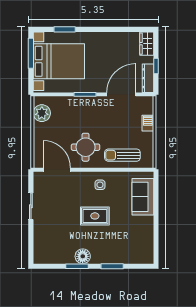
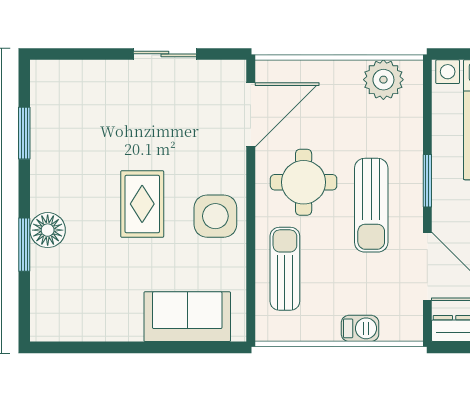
sun lounger: (95, 118) -> (371, 205), added
side table: (100, 185) -> (215, 216), width x1.87, depth x1.87
floor lamp: (83, 256) -> (48, 230), moved
window: (77, 266) -> (24, 133), moved

